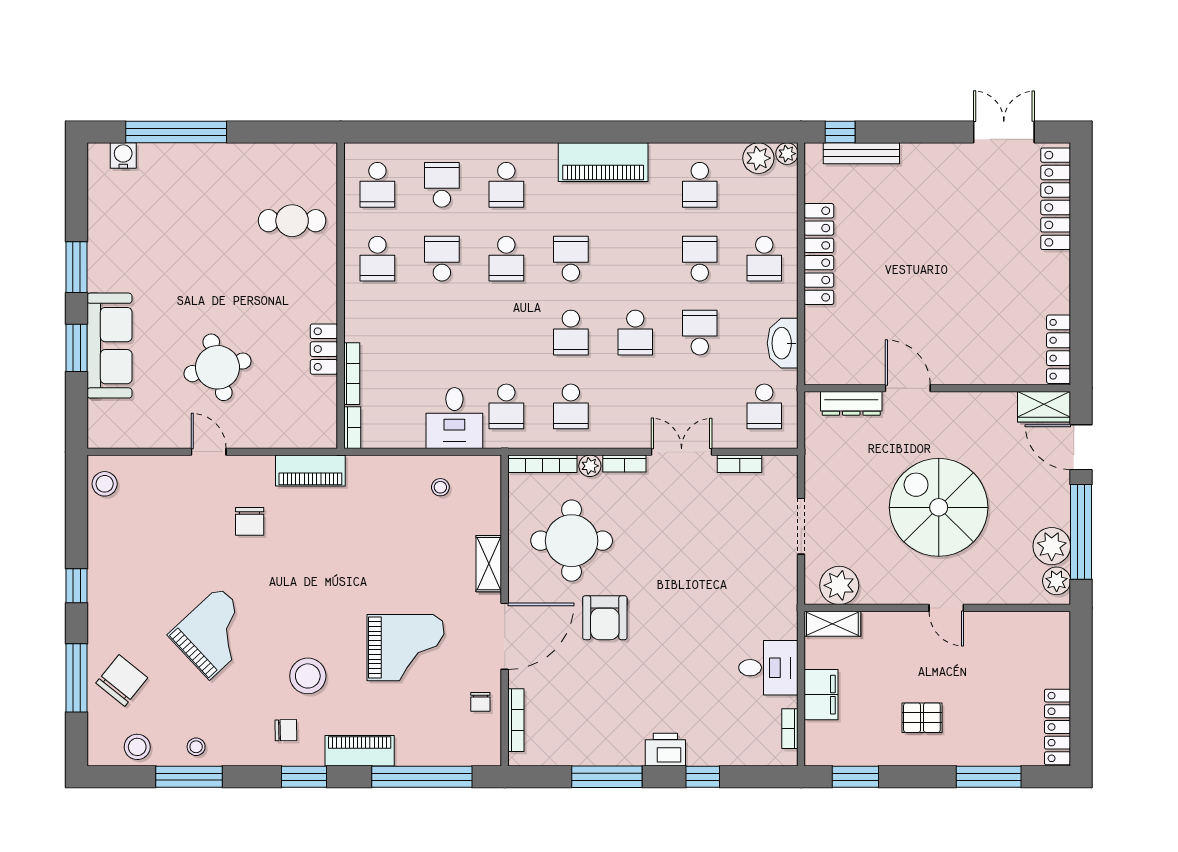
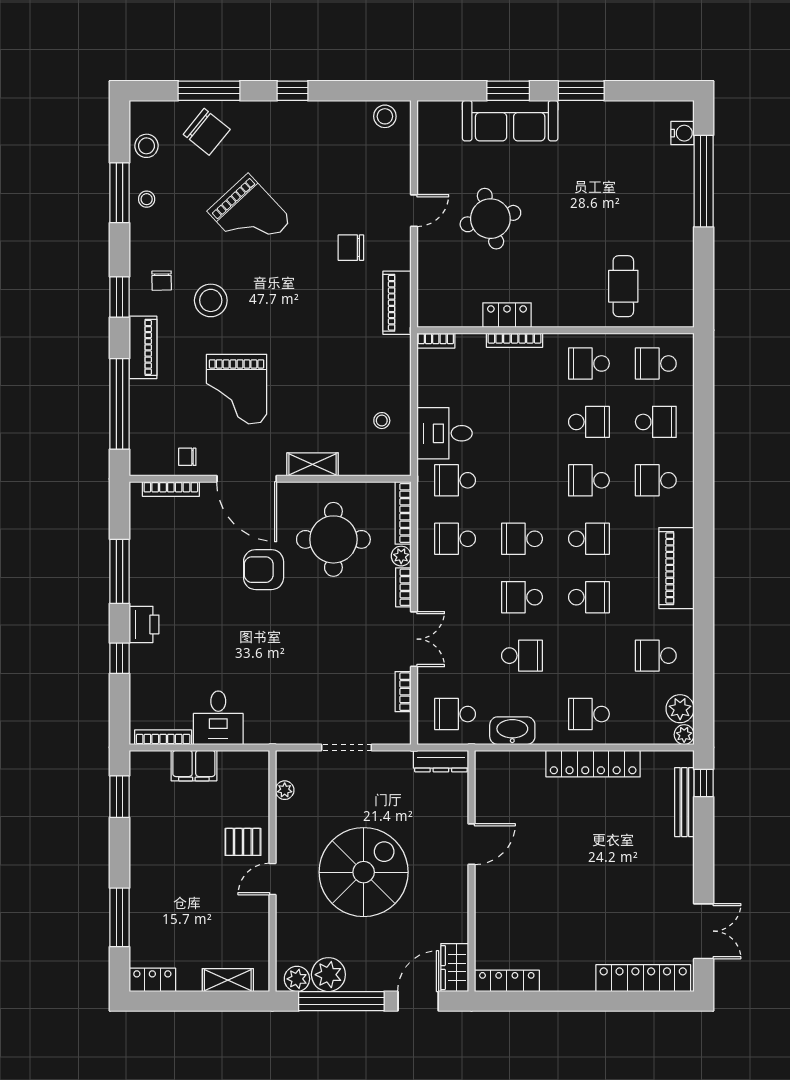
school desk: (700, 259) -> (589, 597), moved
bookcase: (352, 374) -> (515, 340), moved
dresser: (851, 403) -> (441, 761), moved, turned -90
plant: (839, 585) -> (285, 790), width x0.53, depth x0.53
shelving: (832, 624) -> (228, 980), moved, turned 90
pallet: (922, 718) -> (243, 842), moved, turned 90
locker: (1057, 727) -> (152, 980), width x0.66
bookcase: (790, 729) -> (163, 737), width x1.56

